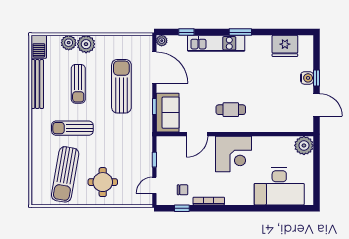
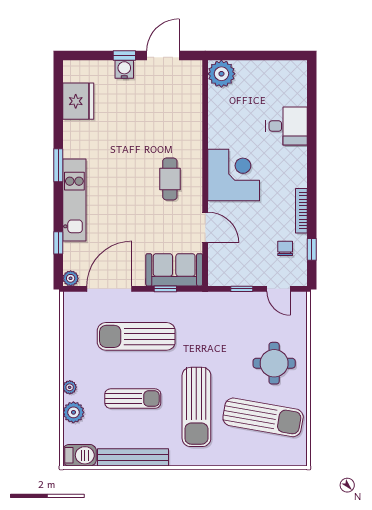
plant: (86, 44) -> (70, 387), width x0.53, depth x0.53
sun lounger: (72, 128) -> (196, 407), width x1.36, depth x1.34
desk: (279, 186) -> (286, 126), width x0.53, depth x0.77

